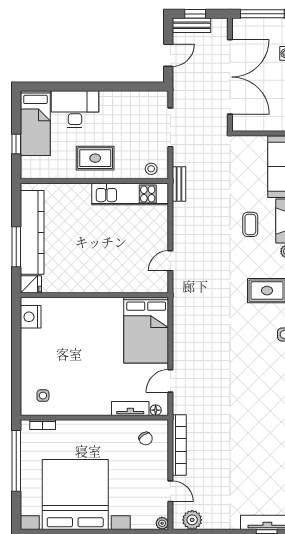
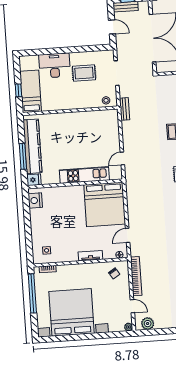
door: (168, 55) -> (112, 27), hinge flipped
bed: (35, 123) -> (31, 91), moved, turned 180
rug: (95, 158) -> (84, 73), moved
kitchen unit: (130, 194) -> (84, 175), moved, turned 180
bed: (146, 330) -> (105, 204), width x1.36
tv unit: (130, 408) -> (90, 256), moved

